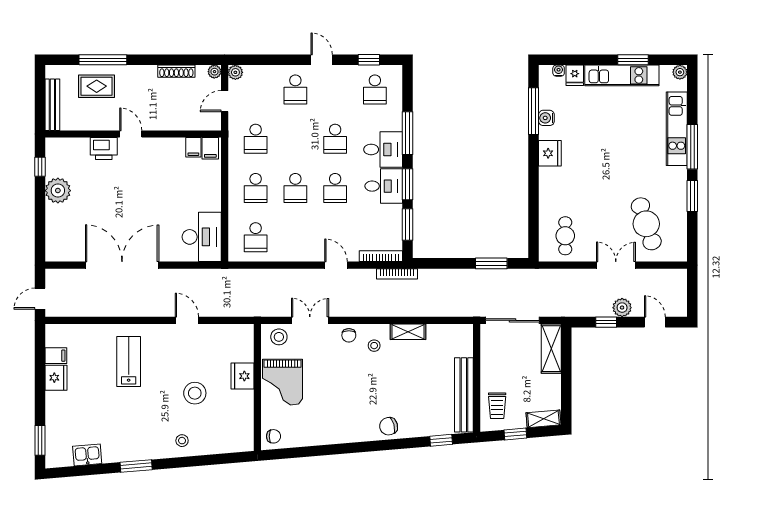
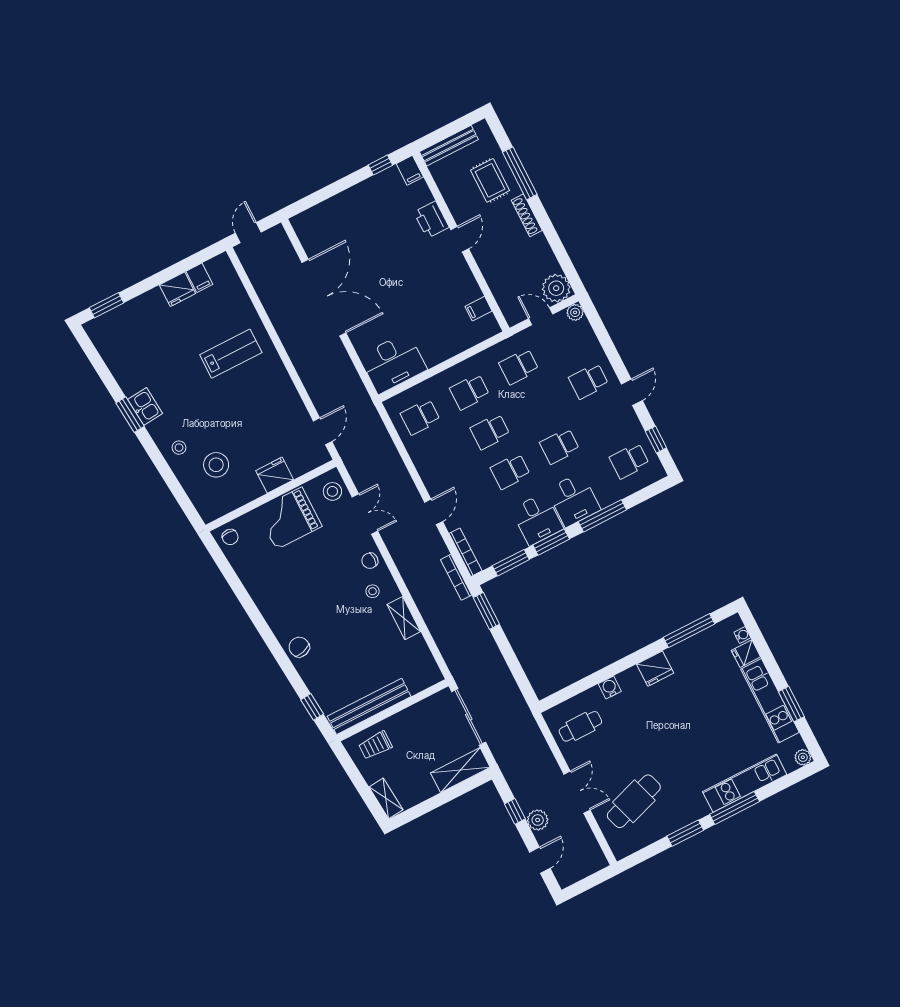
shoe rack: (176, 71) -> (527, 215), moved
plant: (214, 72) -> (556, 288), width x1.87, depth x1.87
water cooler: (546, 118) -> (610, 688), moved
filing cabinet: (210, 148) -> (410, 170), moved, turned -90
plant: (58, 191) -> (366, 195), removed
window: (491, 263) -> (486, 611), moved
door: (40, 299) -> (248, 233), hinge flipped
door: (187, 320) -> (323, 431), moved
stool: (195, 393) -> (216, 465), moved
window: (515, 434) -> (356, 778), removed
kitchen sink: (87, 455) -> (145, 406), moved

